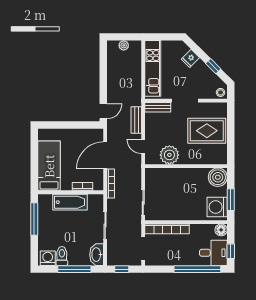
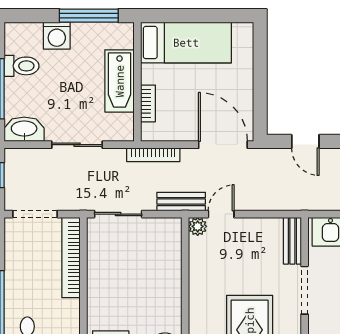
door: (103, 111) -> (305, 141), moved
bench: (136, 120) -> (181, 202), moved
door: (105, 155) -> (223, 145), moved
plant: (169, 155) -> (198, 226), moved, width x0.53, depth x0.53
washing machine: (48, 258) -> (57, 36), moved, turned 90

